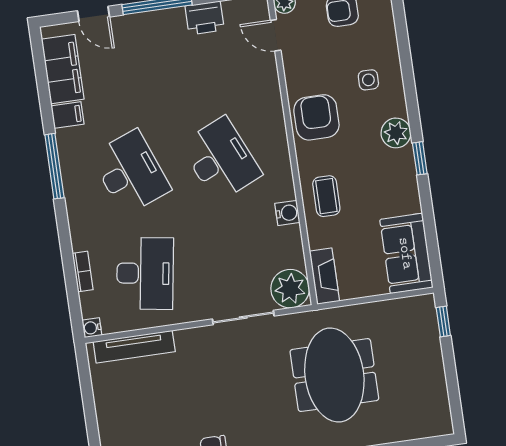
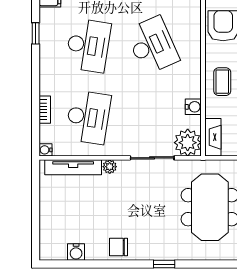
window: (54, 166) -> (36, 33), width x0.46
desk: (131, 172) -> (88, 45), turned 30
water cooler: (287, 213) -> (193, 107), moved
plant: (185, 338) -> (110, 167), added

